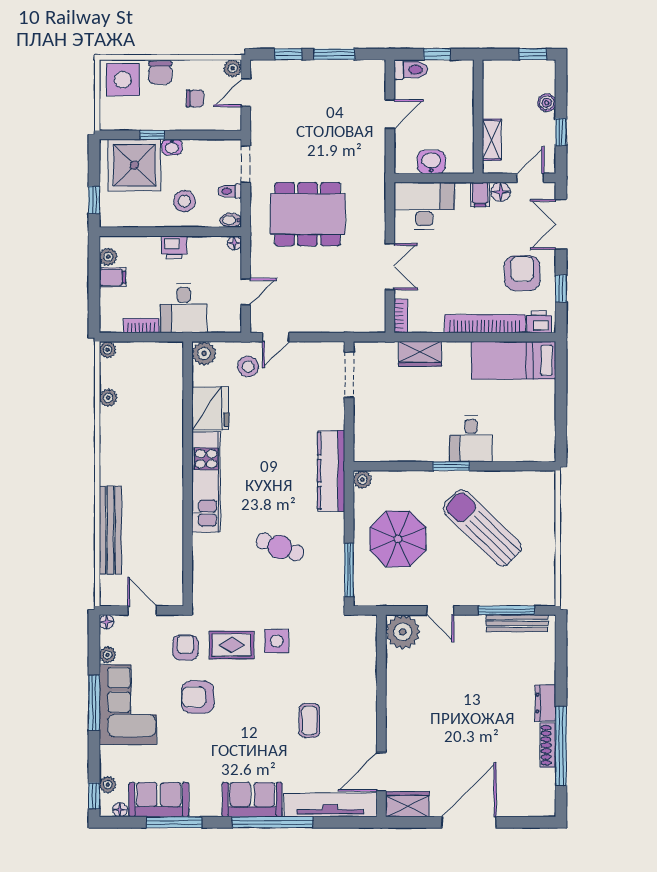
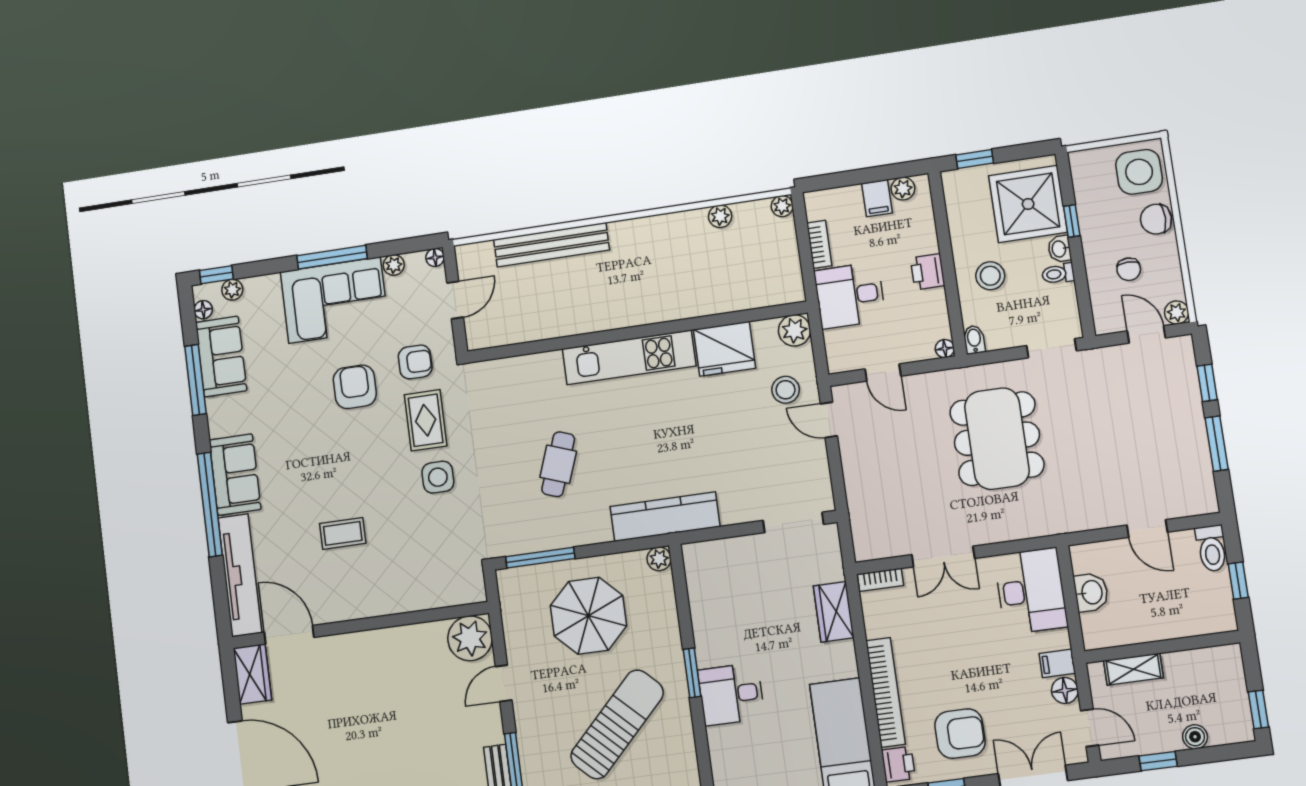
toilet: (230, 191) -> (1058, 274), moved, turned -90

